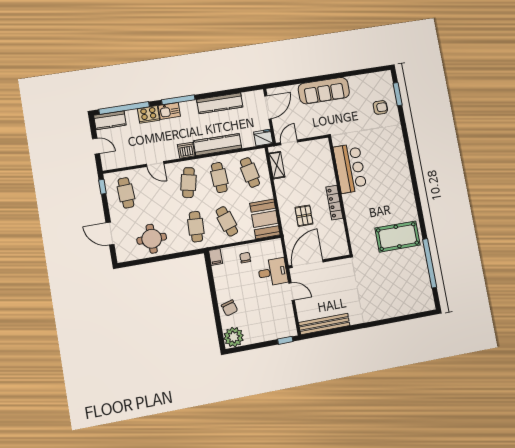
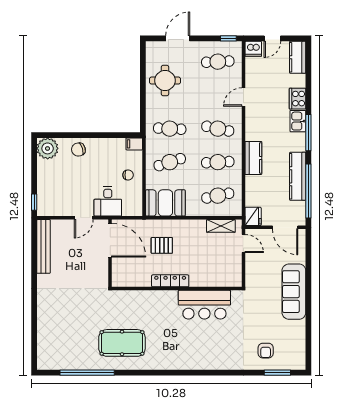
window: (124, 108) -> (308, 191), moved
kitchen counter: (218, 145) -> (253, 158), width x0.67
dishwasher: (186, 150) -> (253, 49), moved, turned 90
pool table: (398, 237) -> (122, 343), turned 90

